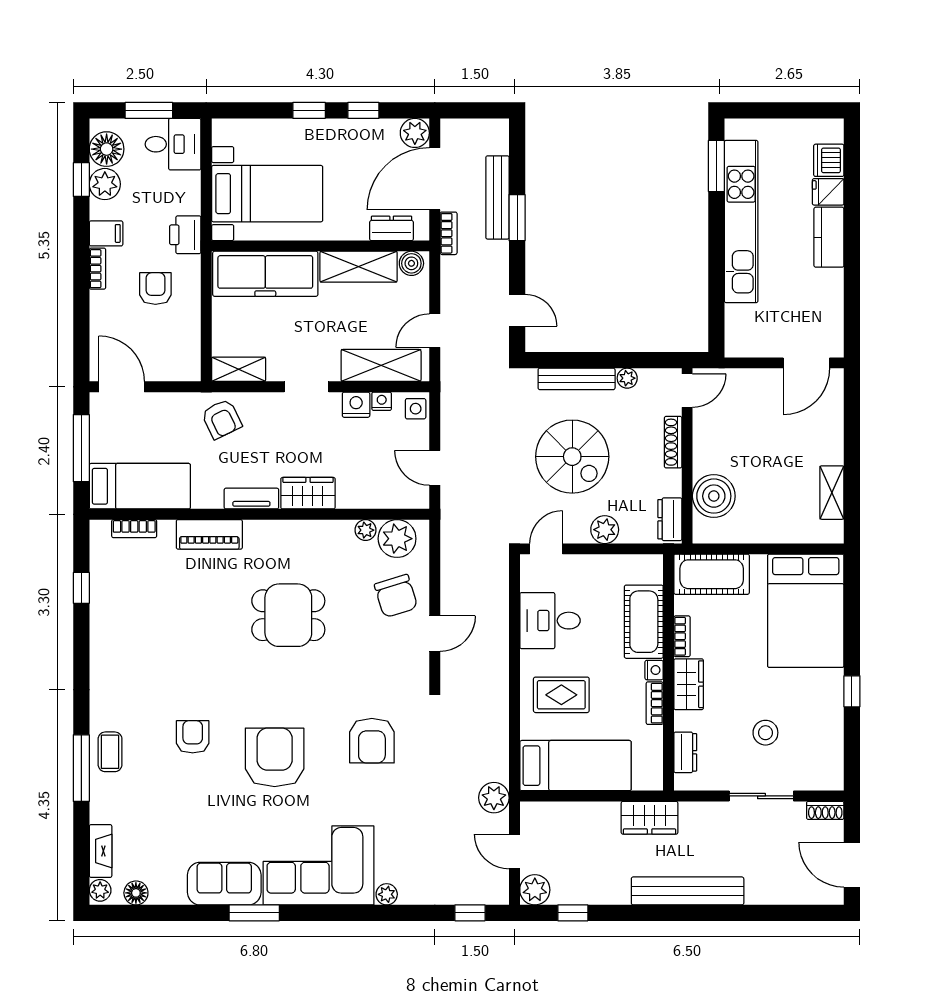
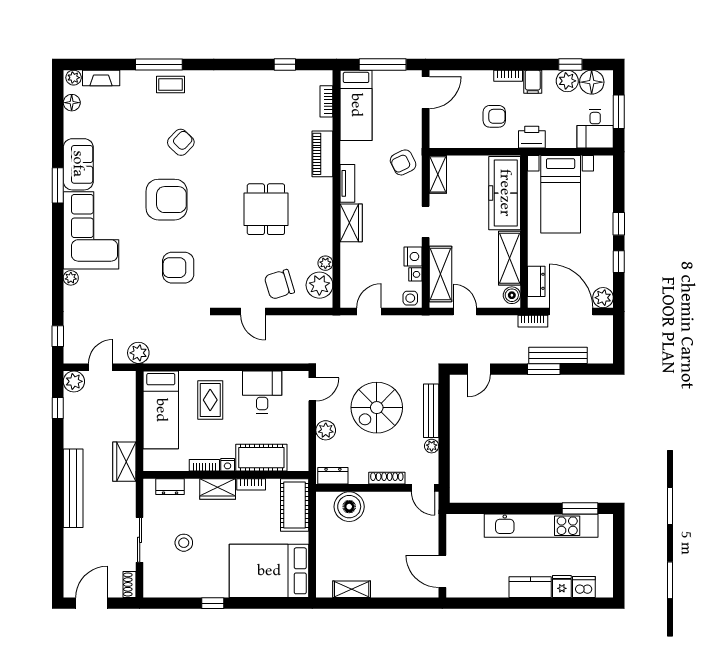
door: (546, 549) -> (312, 389), hinge flipped
armchair: (193, 737) -> (181, 142), turned -46

